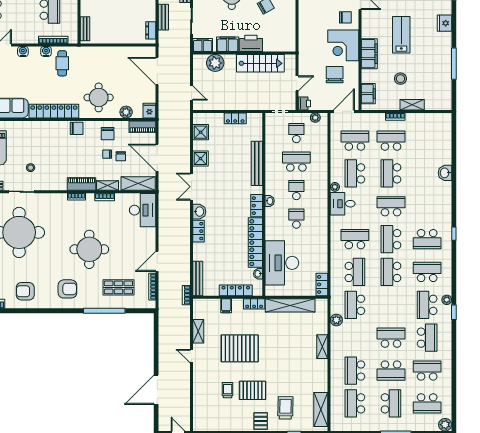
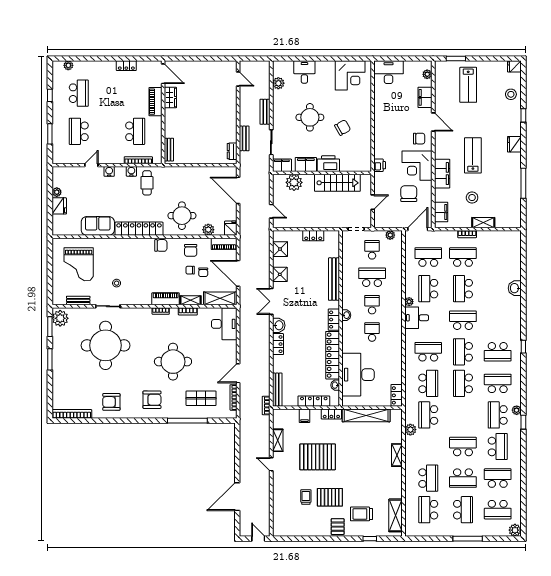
printer: (304, 103) -> (380, 165), moved
school desk: (355, 371) -> (428, 478), turned 180
trolley: (285, 408) -> (361, 514), turned -91

